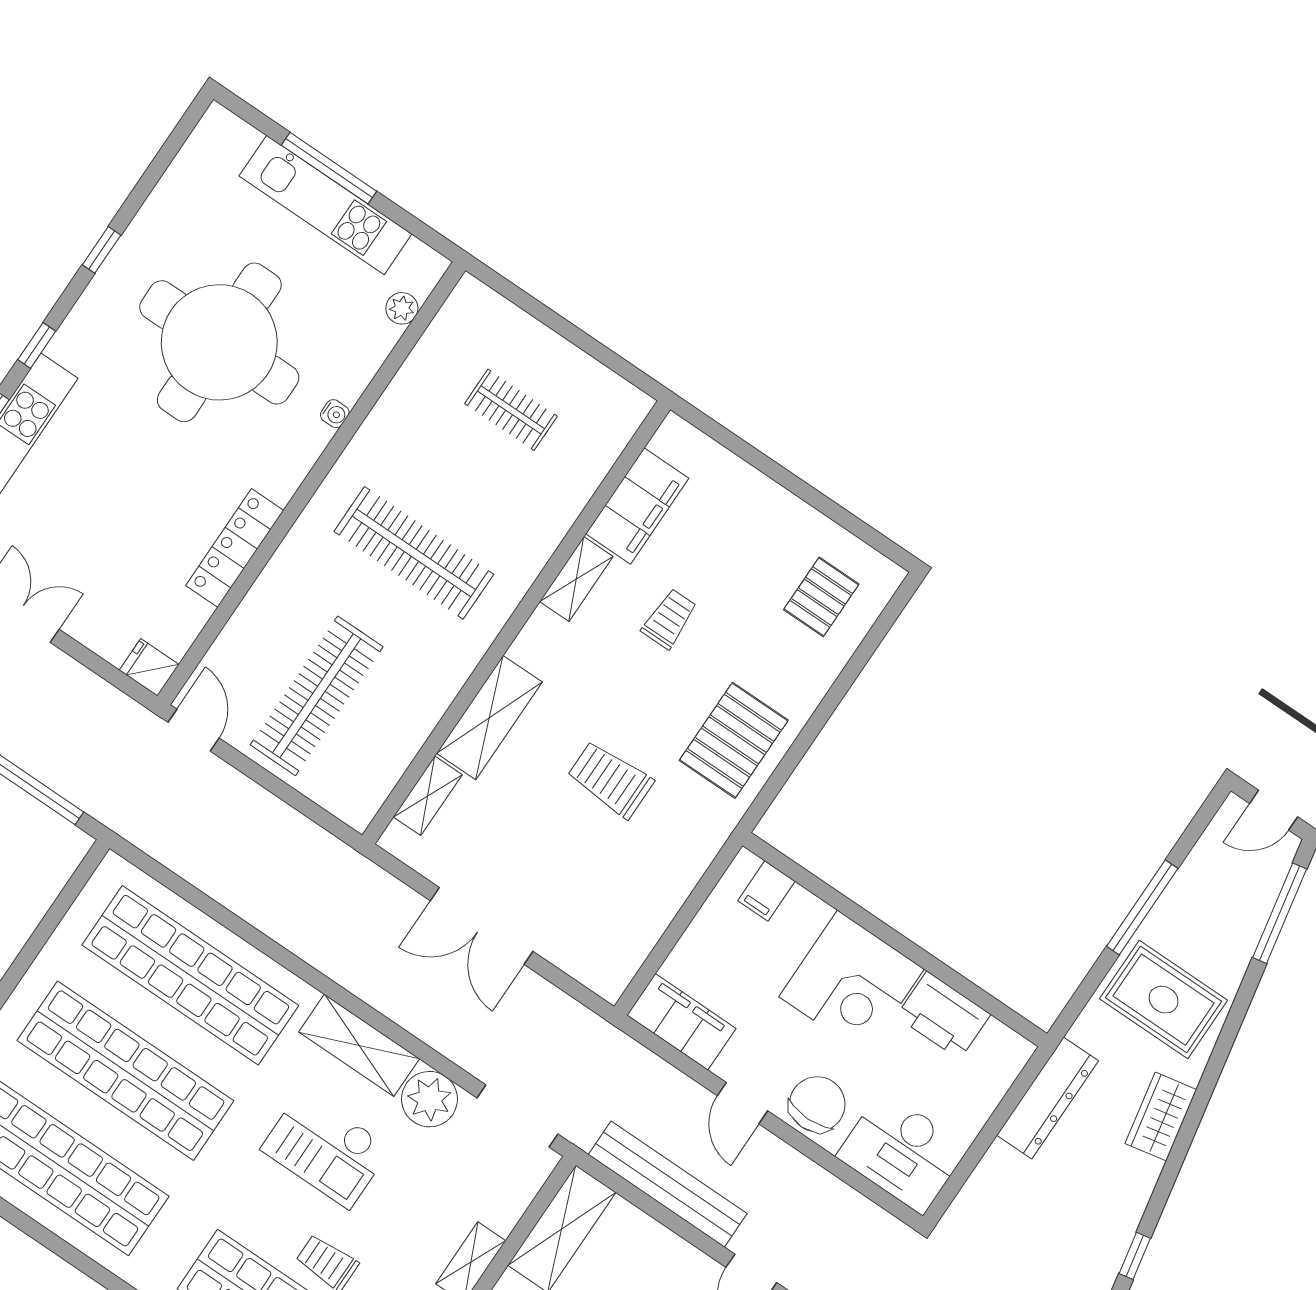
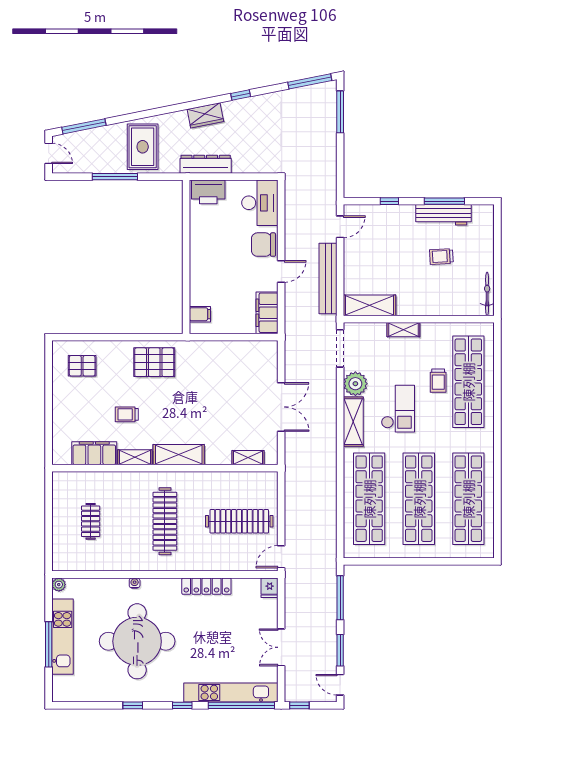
plant: (402, 308) -> (59, 585), moved
shelving: (489, 718) -> (179, 455), moved
trolley: (610, 779) -> (198, 397), removed
corner desk: (852, 983) -> (212, 262), removed
printer: (943, 1015) -> (208, 192), moved, turned 90
wardrobe: (1161, 1117) -> (205, 115), moved

